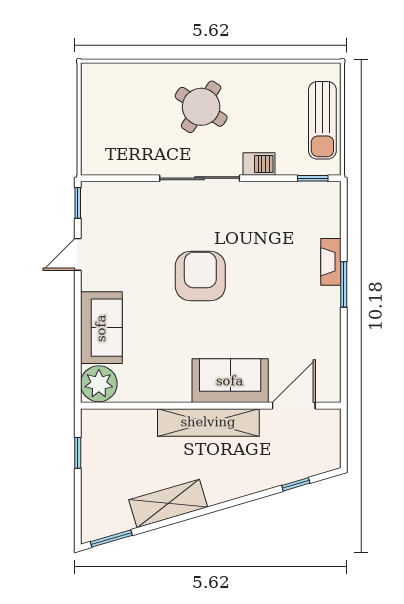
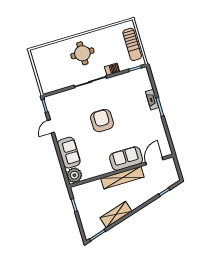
round table: (201, 107) -> (82, 53), turned -33

